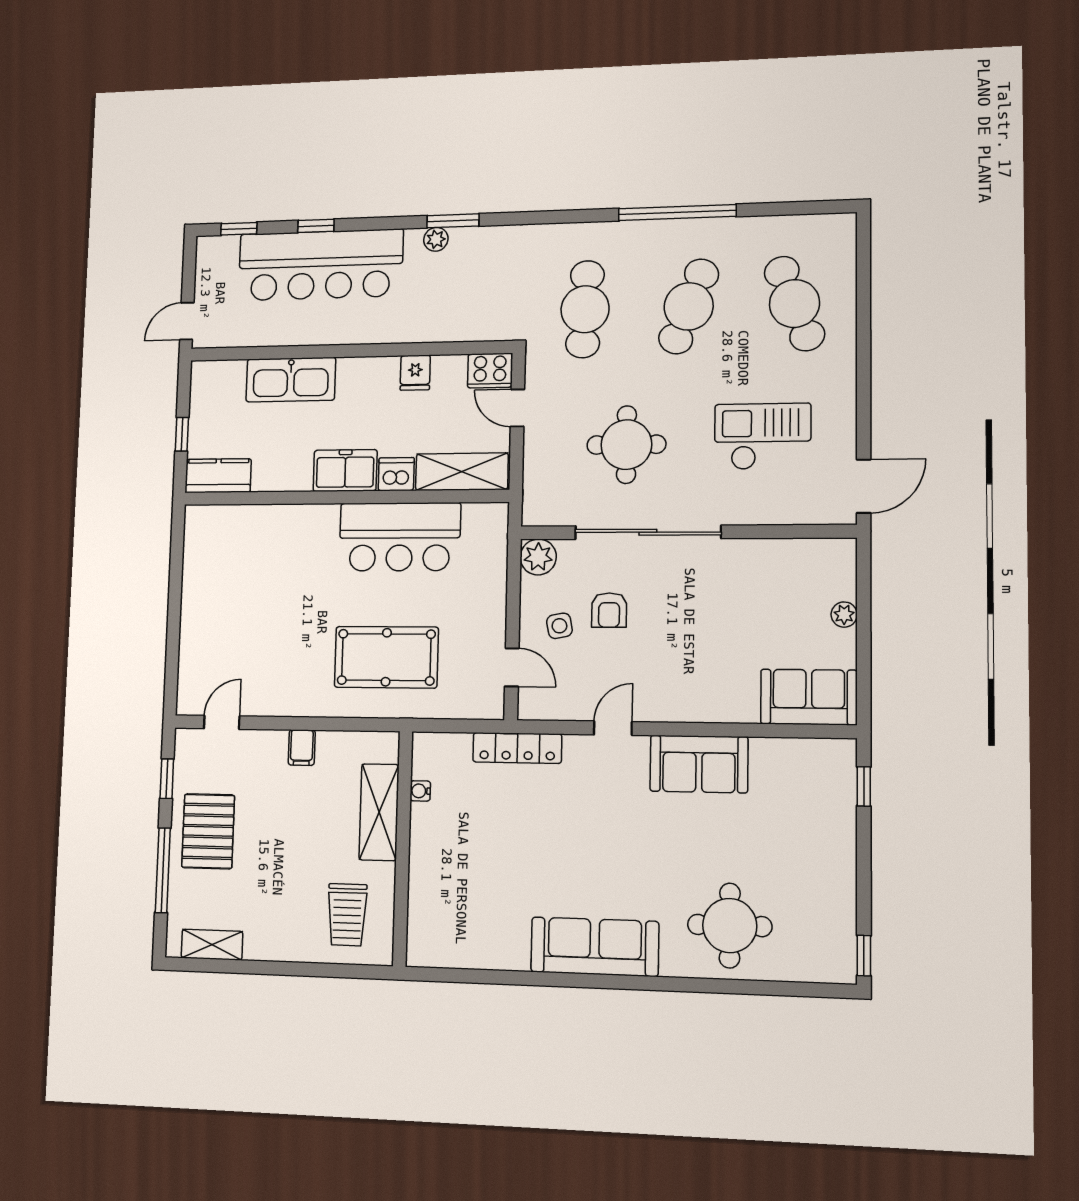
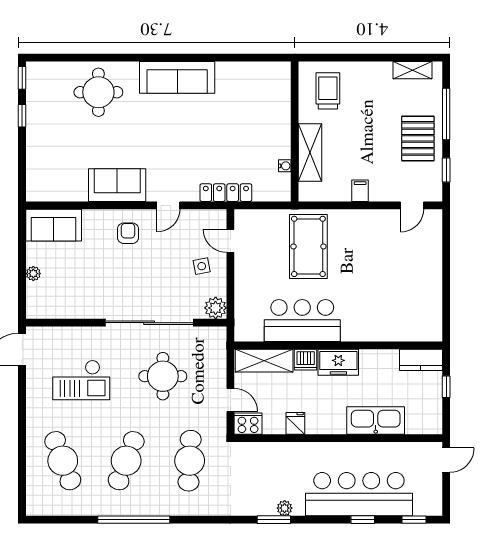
armchair: (609, 610) -> (128, 233), moved
pool table: (386, 657) -> (308, 246), turned 90
window: (864, 786) -> (22, 116), moved

